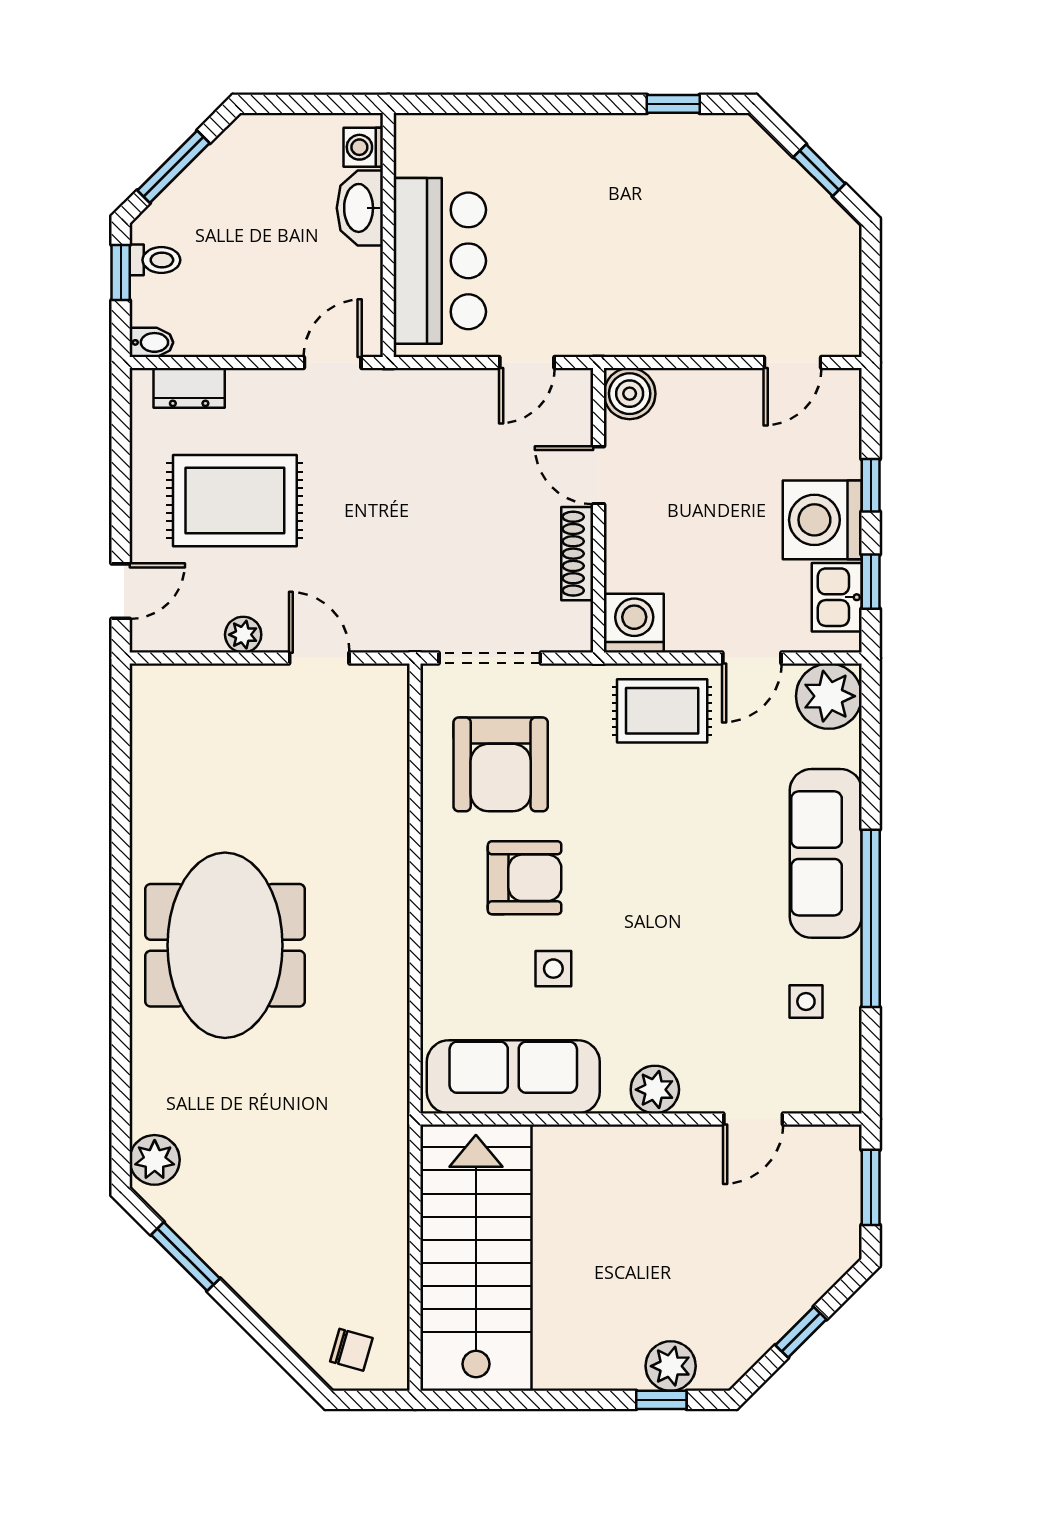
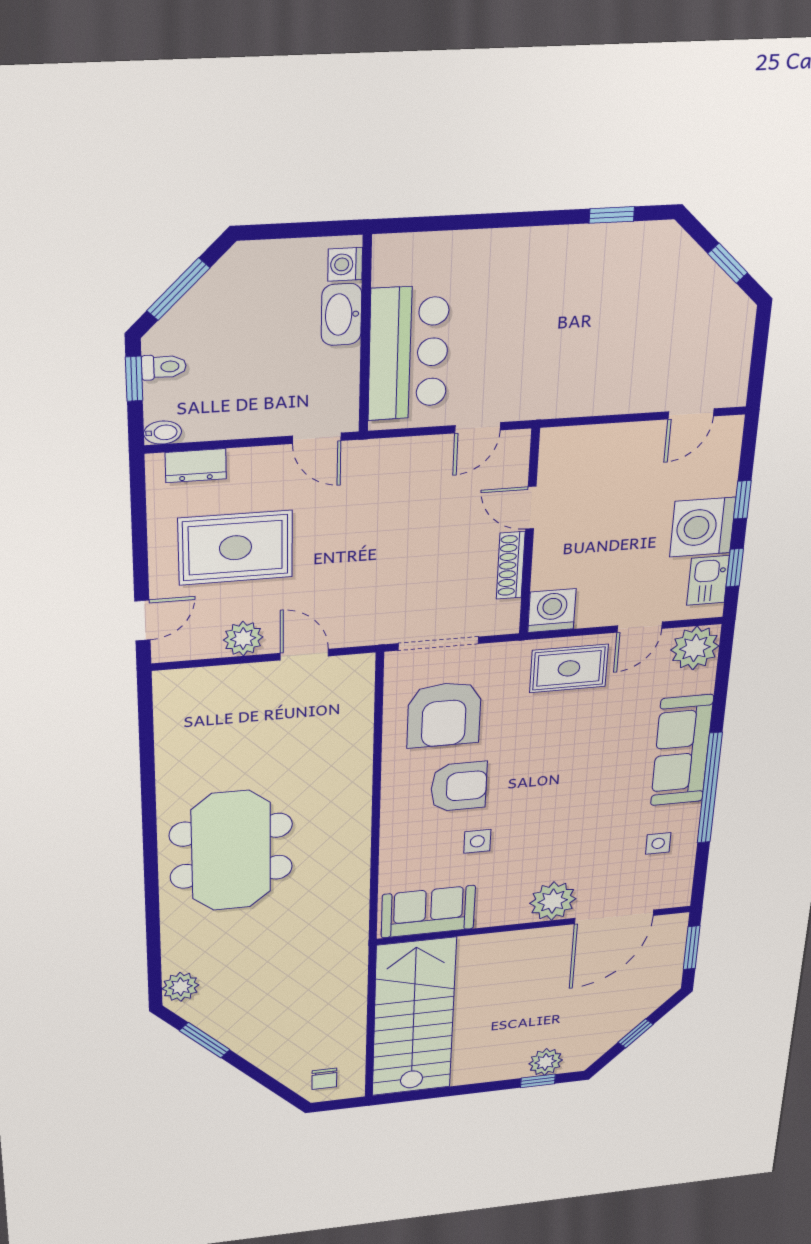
door: (333, 363) -> (317, 438), swing flipped
boiler: (630, 394) -> (560, 446), removed
plant: (243, 635) -> (243, 639), width x1.38, depth x1.38
sofa: (513, 1077) -> (428, 912), width x0.73
plant: (655, 1090) -> (553, 901), width x1.36, depth x1.36
door: (753, 1119) -> (614, 917), width x1.87
chair: (351, 1350) -> (324, 1079), turned 74

